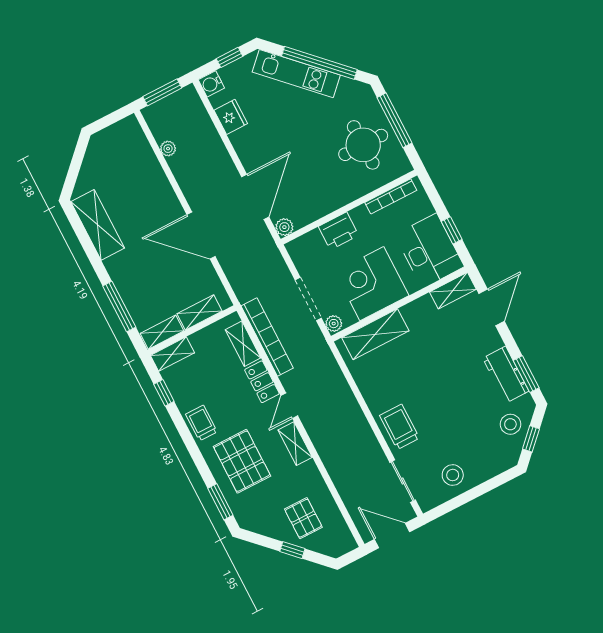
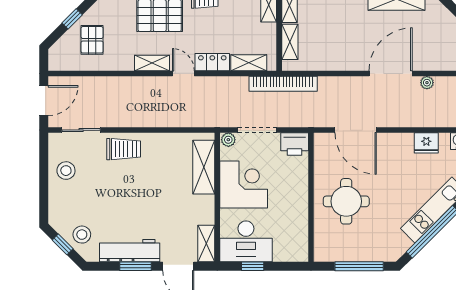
round table: (363, 145) -> (346, 201), moved
bookcase: (391, 196) -> (303, 233), removed
plant: (284, 227) -> (321, 140), removed
printer: (339, 231) -> (295, 144), moved, turned -90
door: (201, 236) -> (391, 73), moved
bookcase: (267, 337) -> (283, 84), moved
window: (526, 374) -> (135, 266), moved
workbench: (506, 375) -> (130, 251), width x1.38
pallet: (303, 518) -> (92, 40), turned 90

